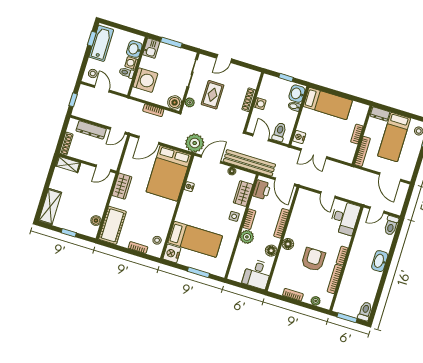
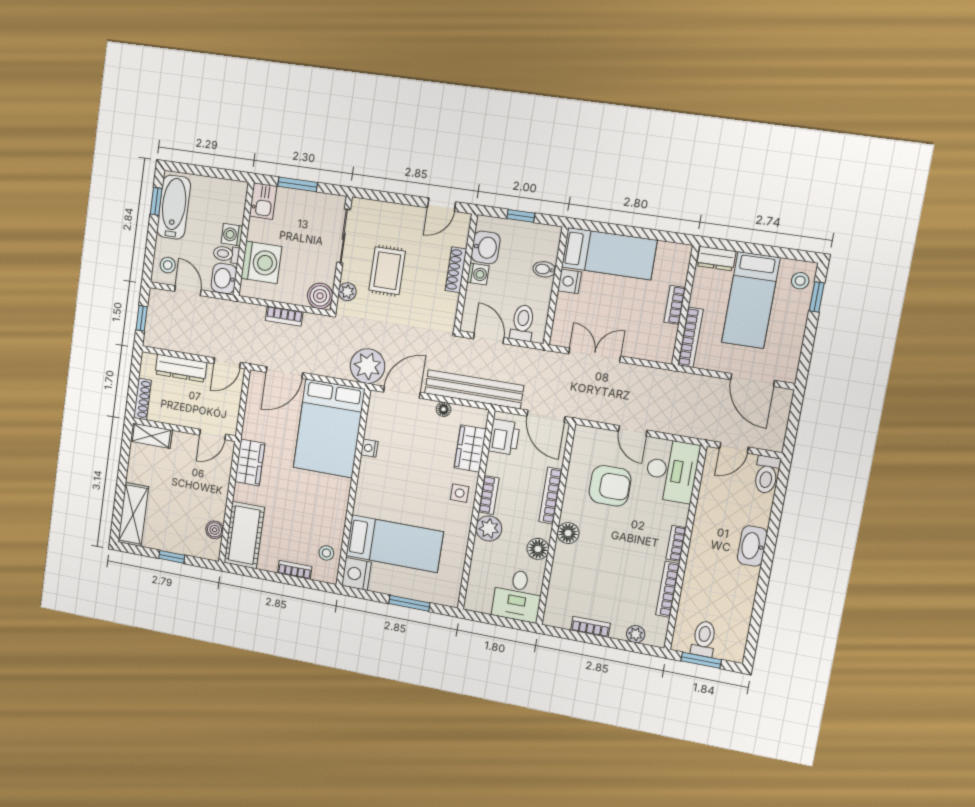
washbasin: (134, 49) -> (224, 278), moved
door: (224, 59) -> (442, 205), moved
washbasin: (297, 94) -> (486, 247), moved, turned 180
nightstand: (299, 137) -> (570, 281), moved
double door: (314, 154) -> (595, 355), swing flipped
armchair: (313, 259) -> (610, 486), moved, turned 90
toilet: (365, 311) -> (704, 639), moved

